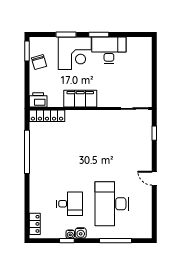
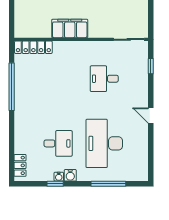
printer: (38, 100) -> (24, 30), removed
desk: (112, 145) -> (104, 79), added

